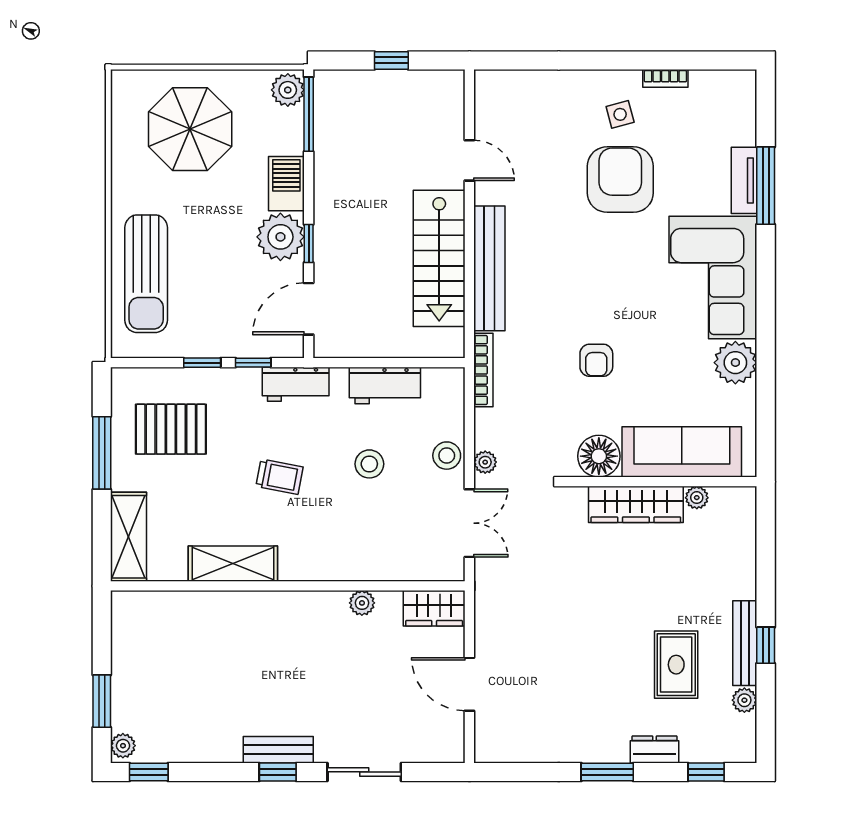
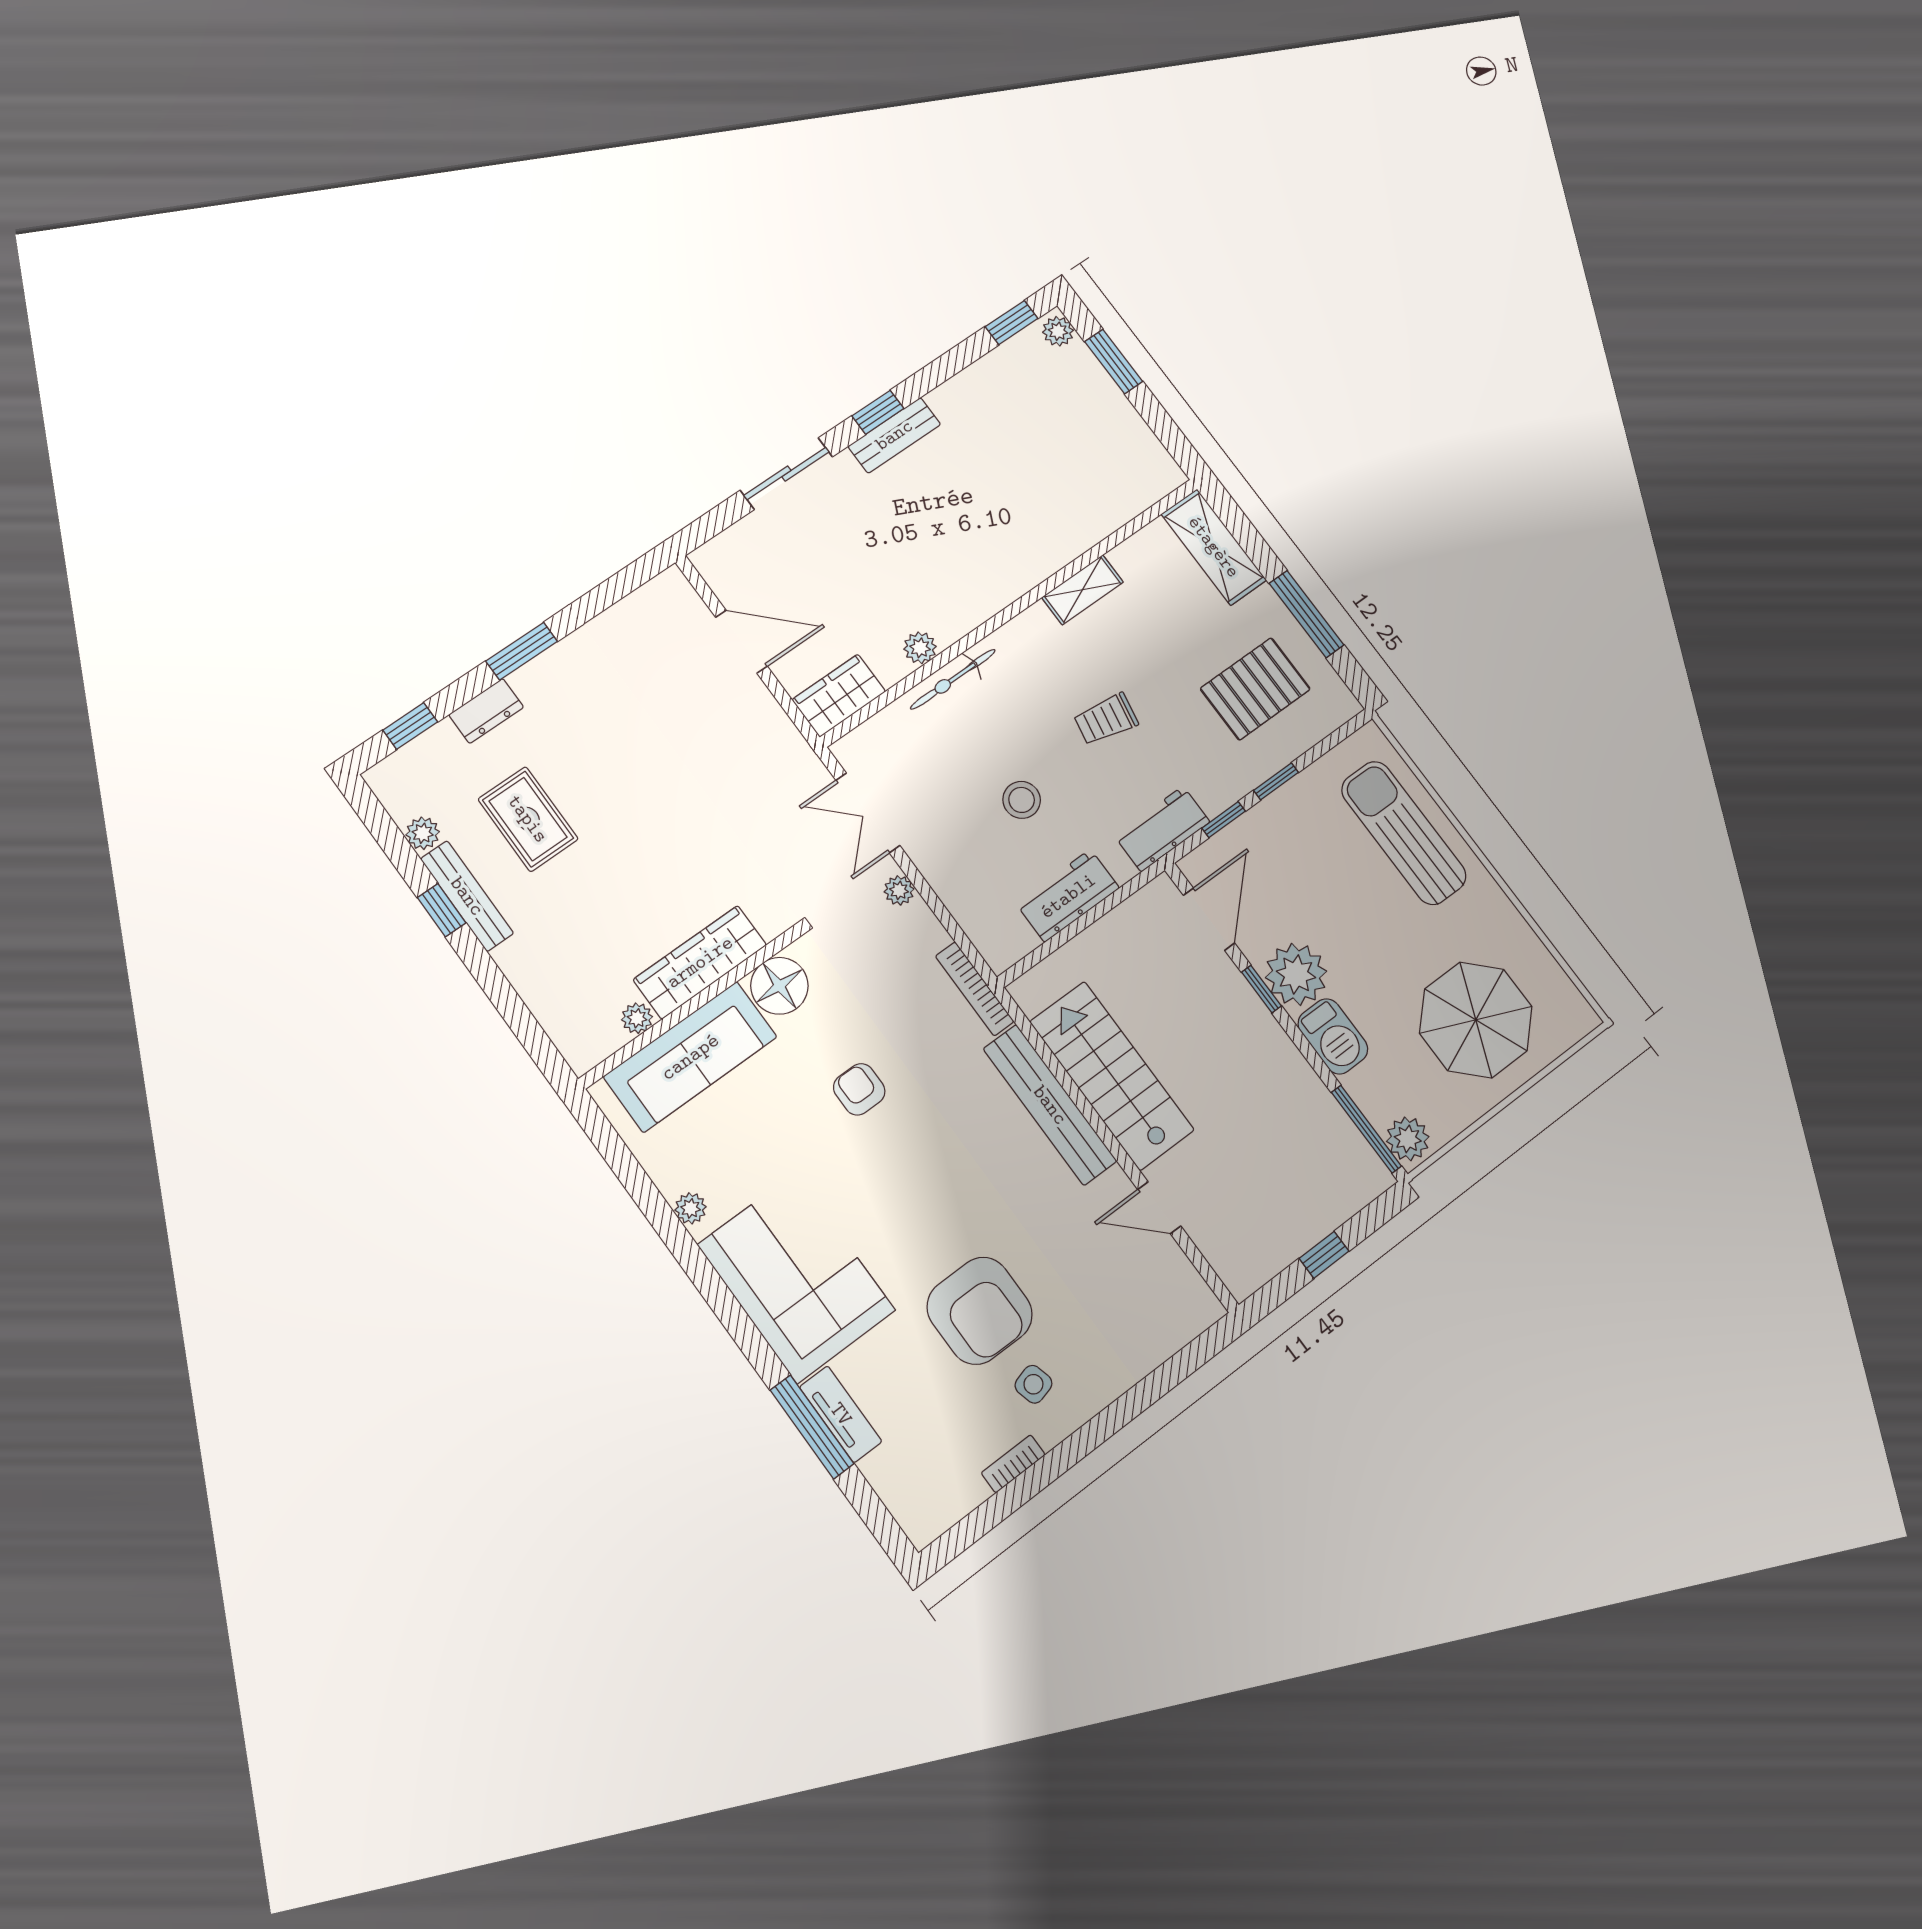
plant: (735, 363) -> (691, 1208), width x0.53, depth x0.53
stool: (447, 456) -> (946, 868), removed
shelving: (233, 564) -> (1082, 590), width x0.67, depth x0.75
bicycle: (356, 569) -> (953, 679), added

